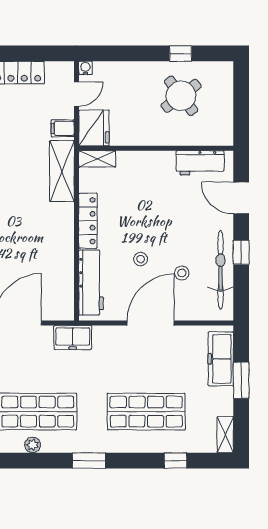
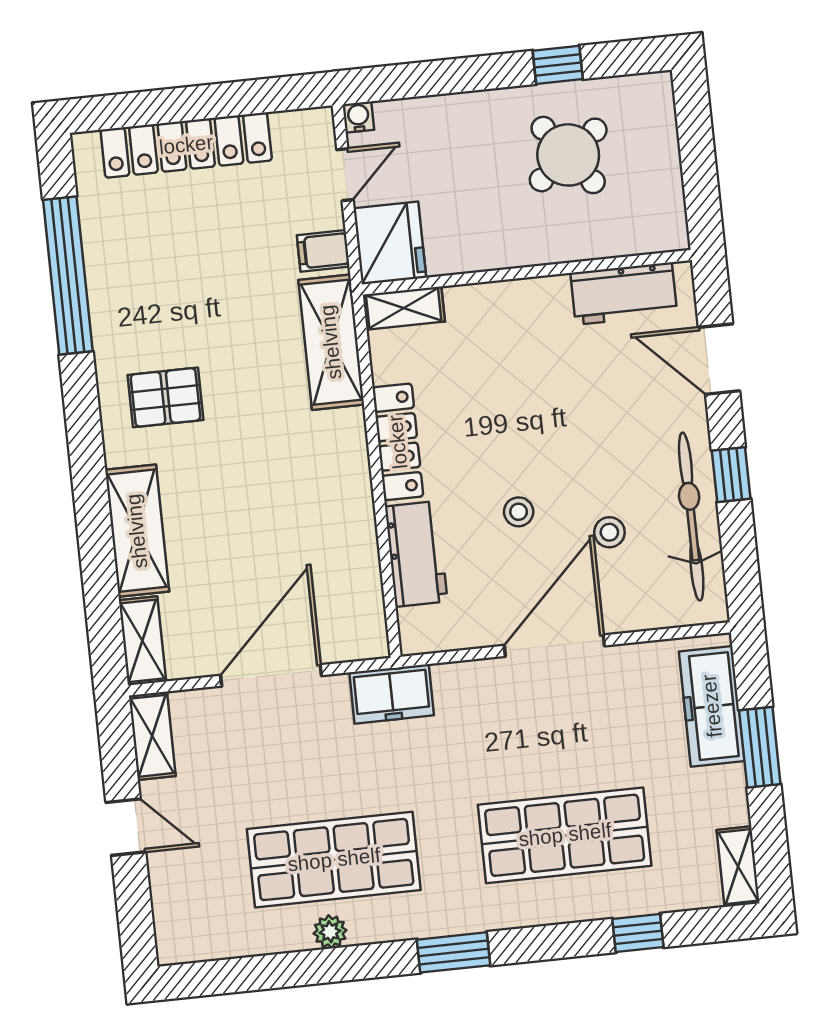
workbench: (91, 283) -> (416, 554), width x0.73

